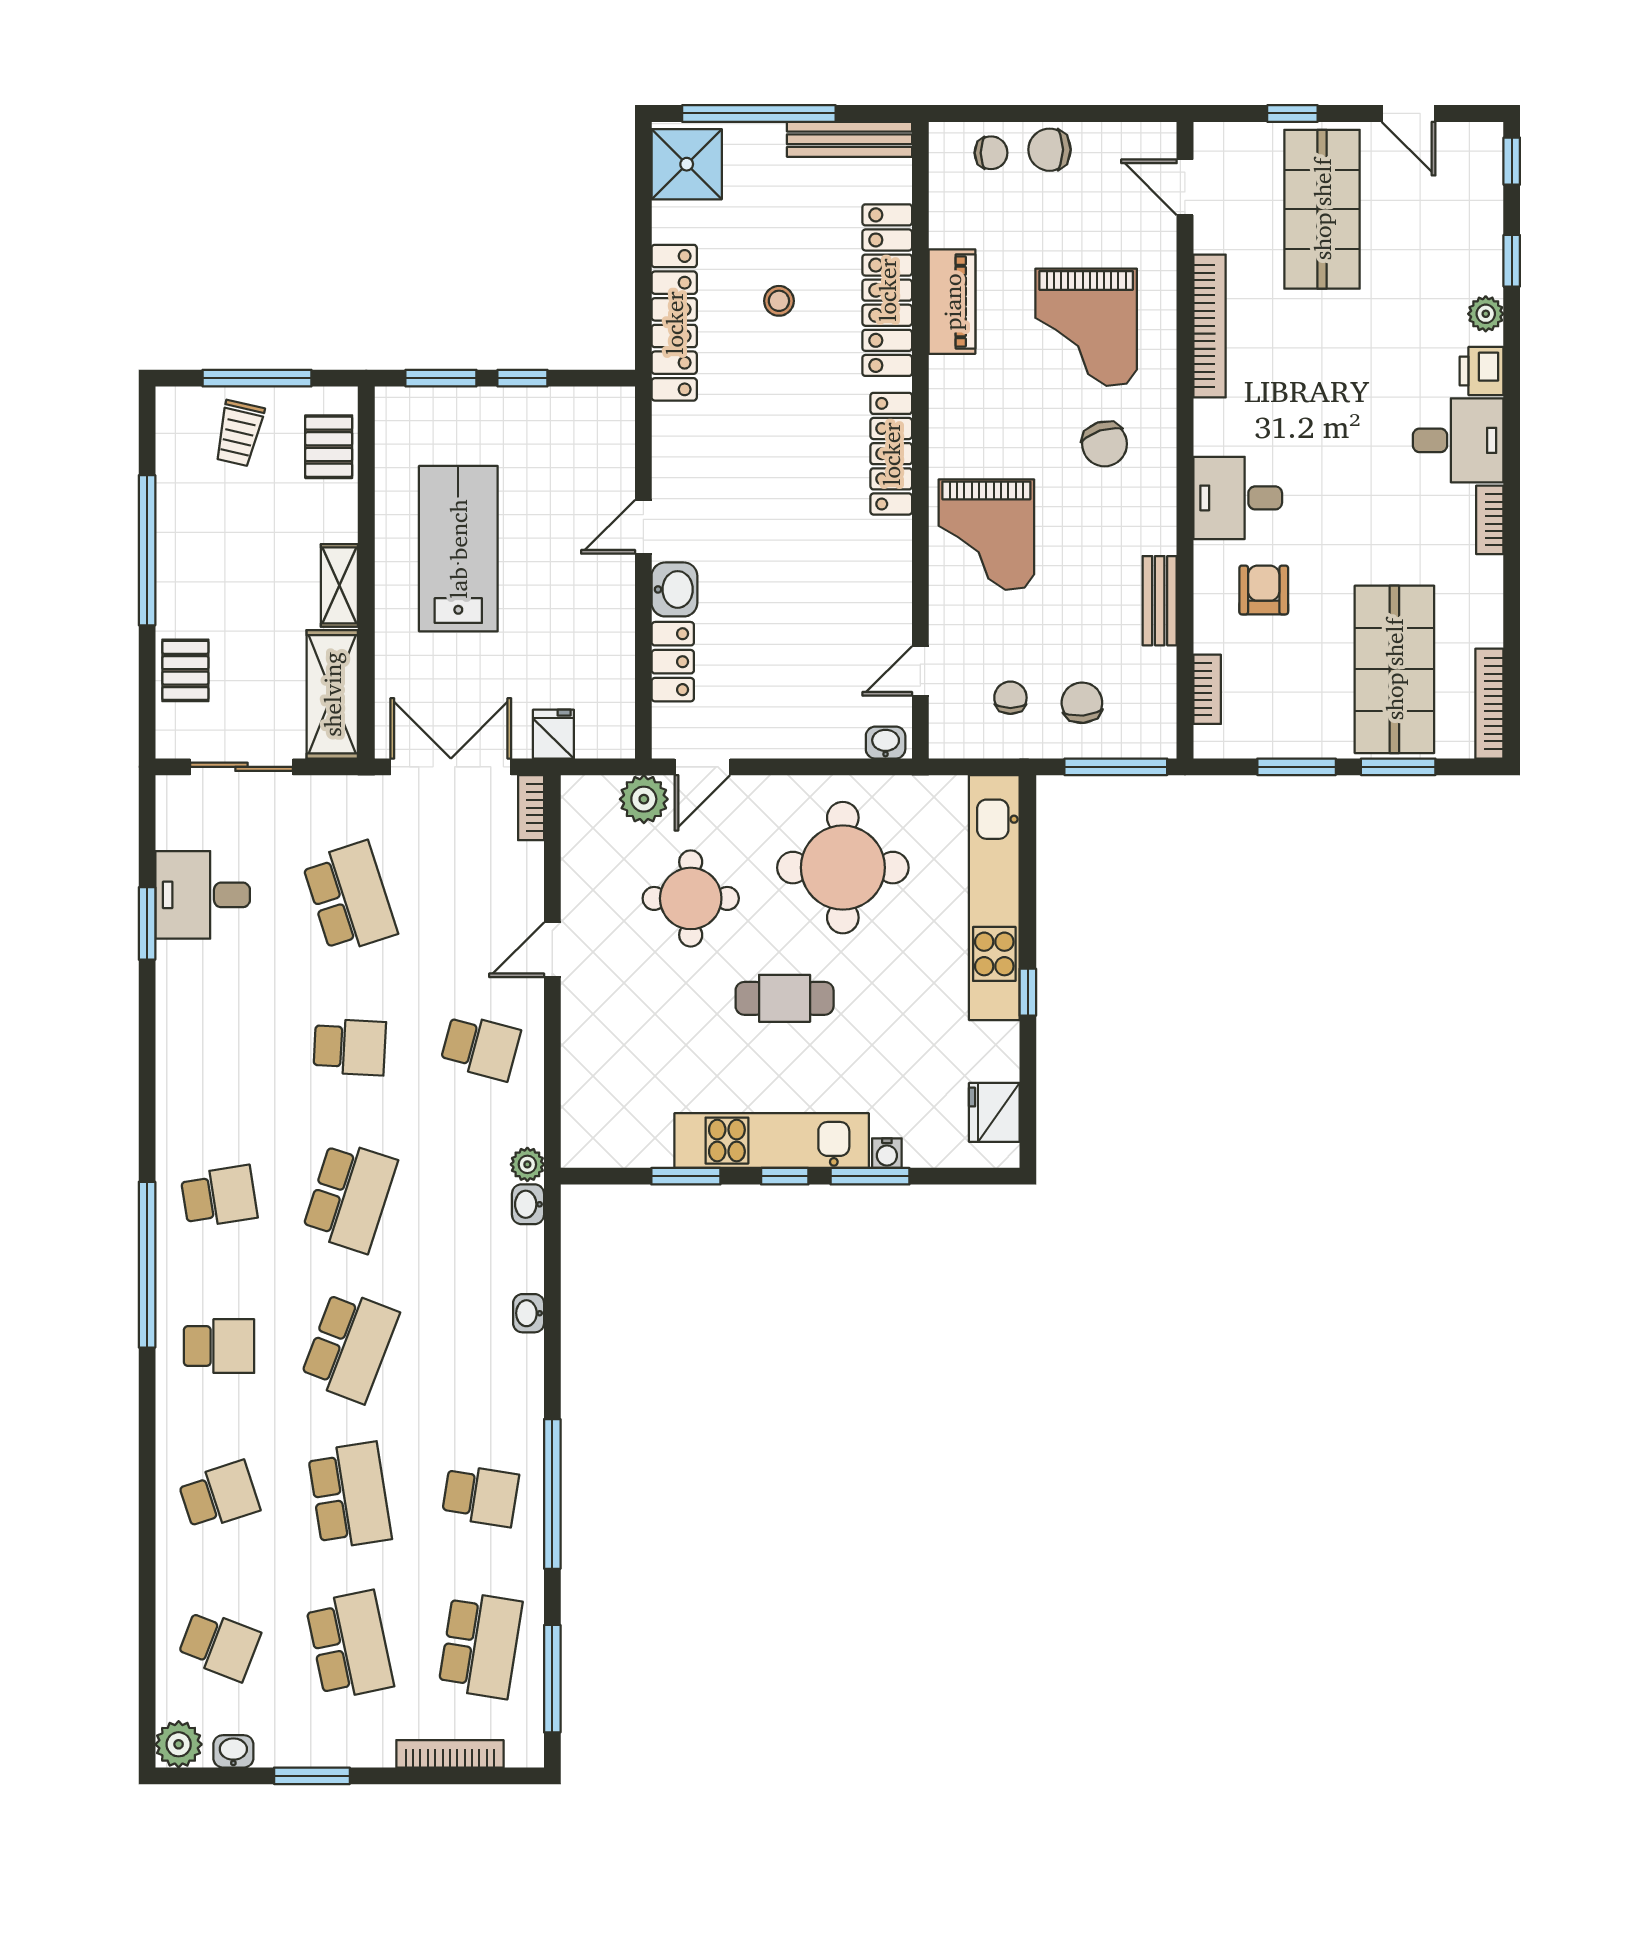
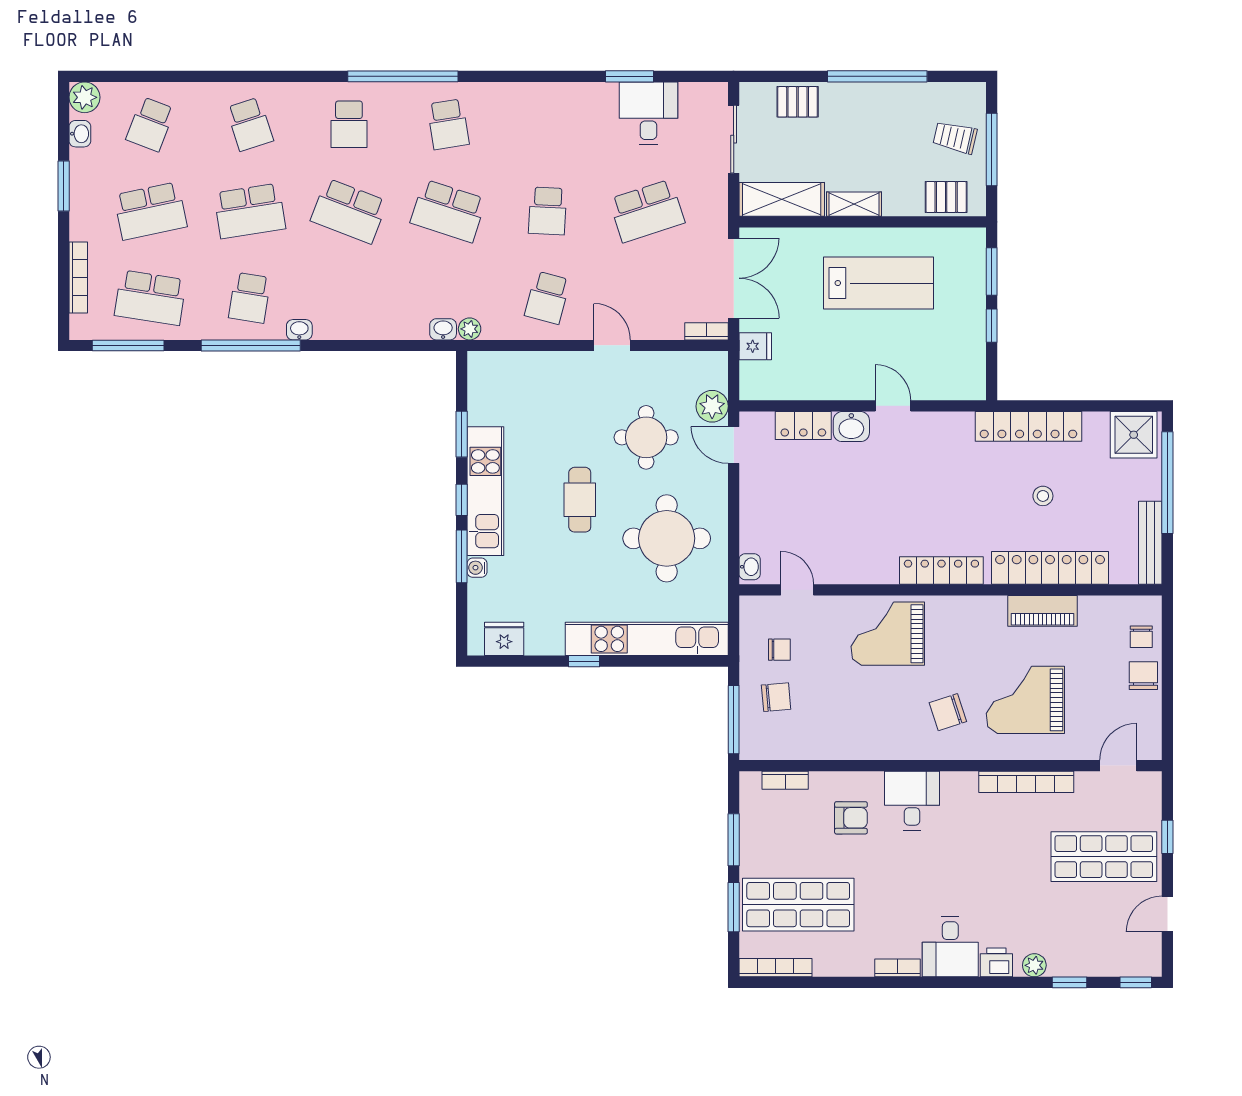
bench: (1160, 601) -> (844, 749), removed
washbasin: (529, 1313) -> (299, 330), moved

